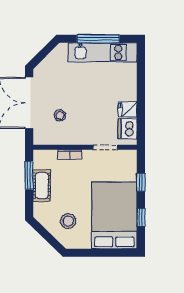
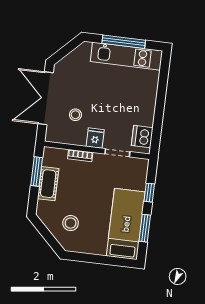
fridge: (128, 110) -> (95, 138), moved, turned 90
bed: (114, 215) -> (126, 224), width x0.67
window: (141, 217) -> (145, 228), width x1.50

